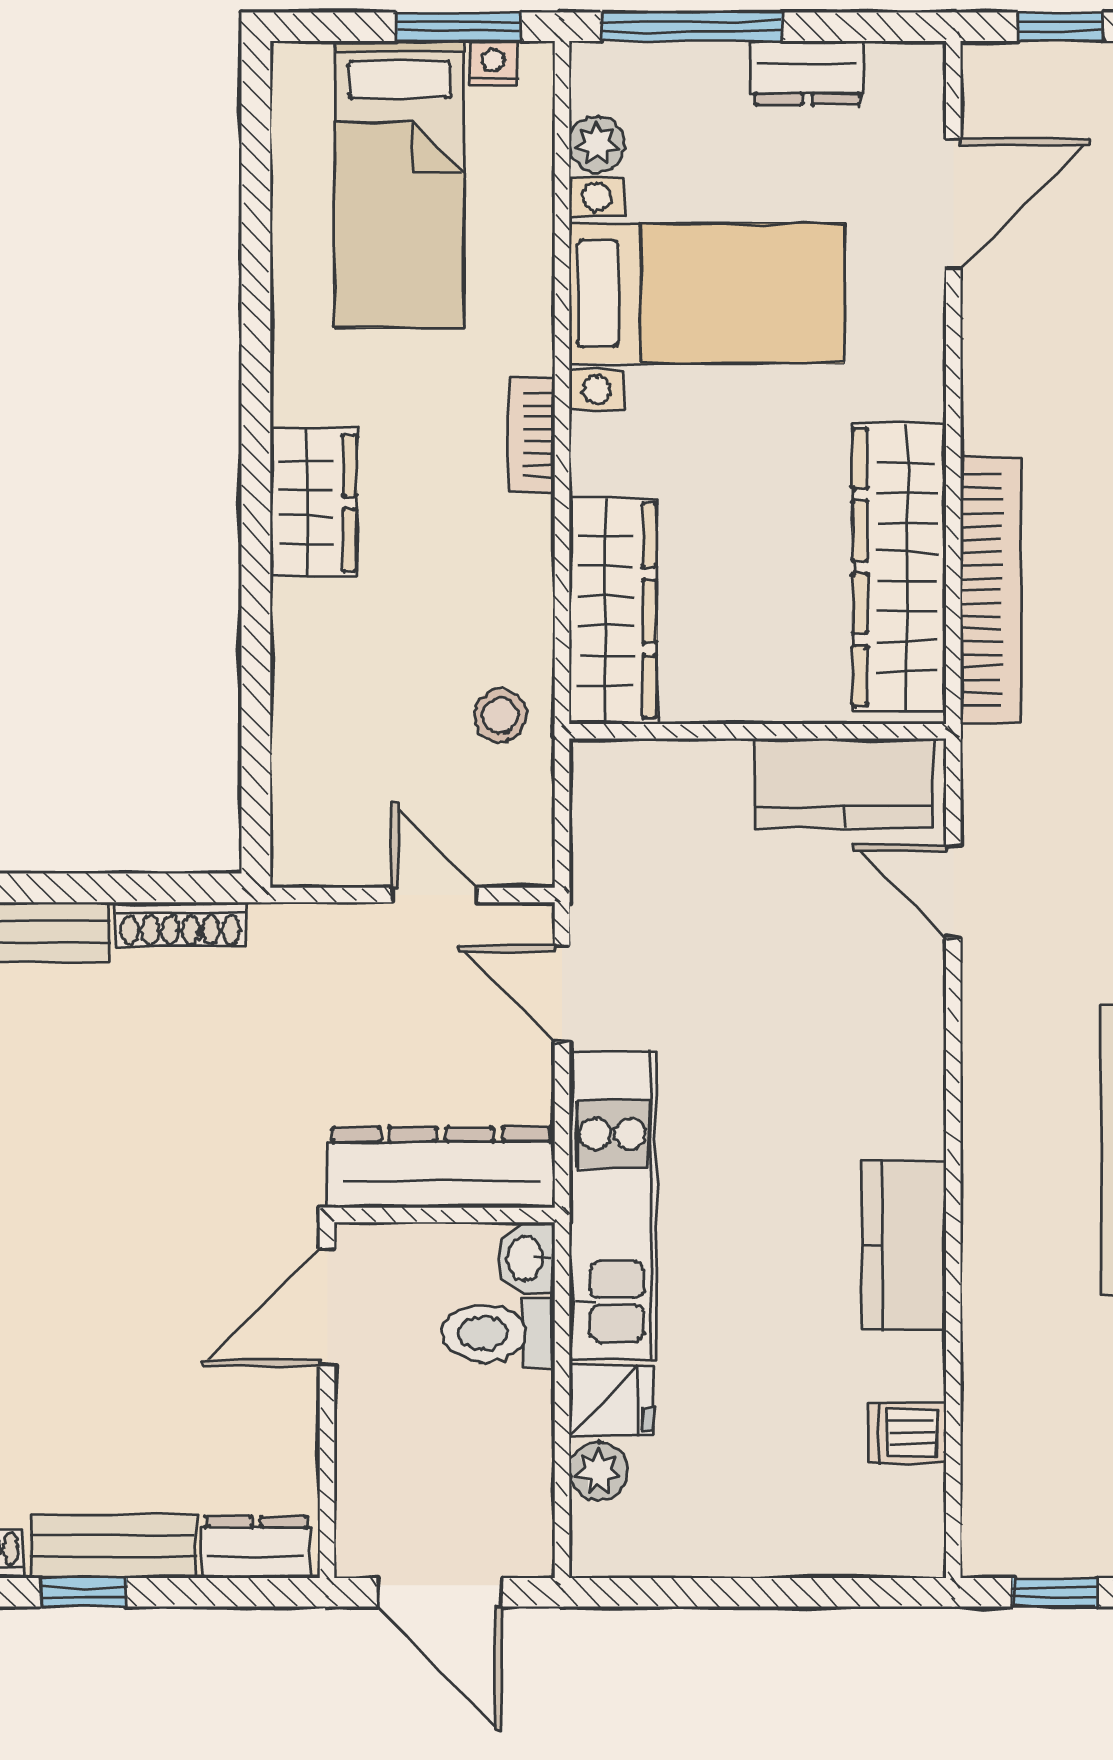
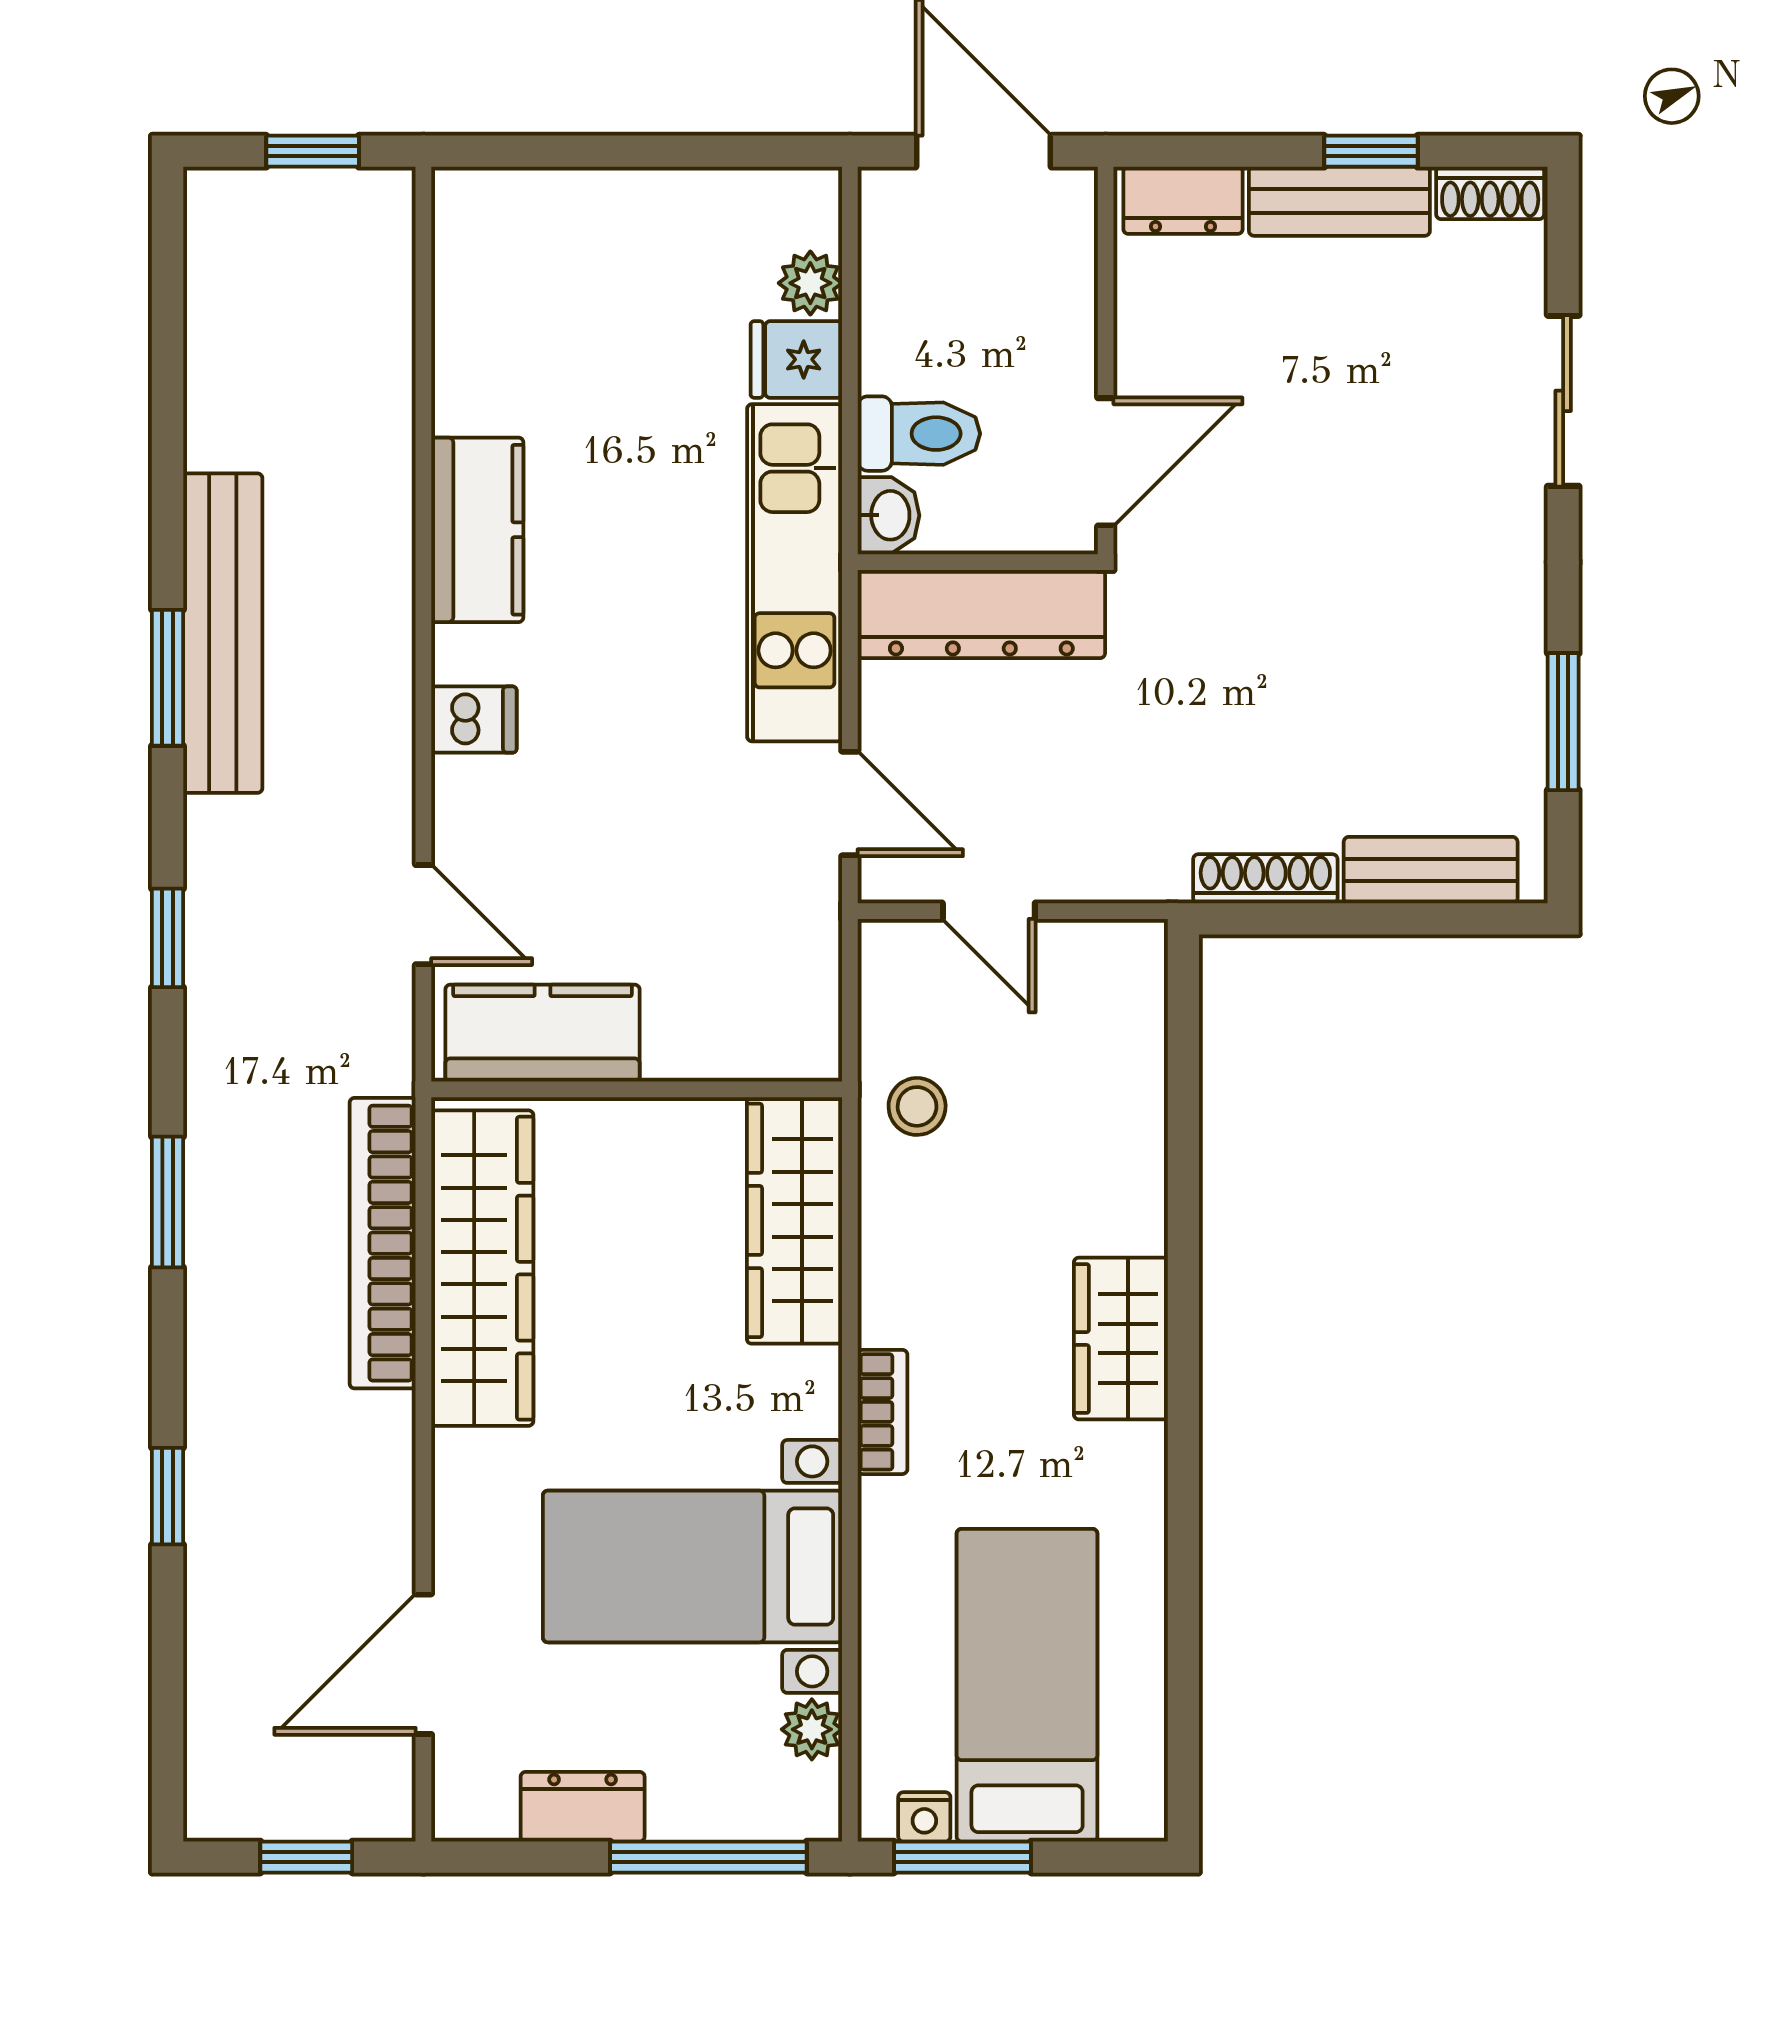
dishwasher: (907, 1433) -> (474, 720), moved

